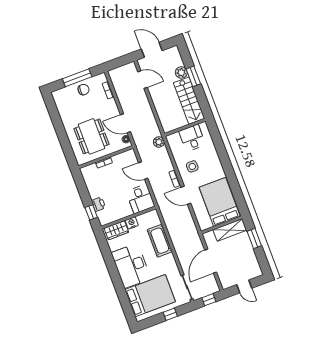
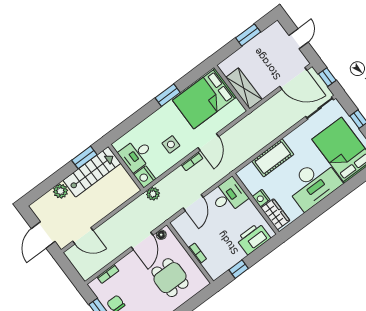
window: (193, 76) -> (84, 157), moved
door: (142, 80) -> (83, 236), swing flipped
dining table: (92, 136) -> (170, 278), width x0.73
nightstand: (173, 139) -> (145, 177), added
window: (230, 175) -> (168, 95), added
printer: (98, 204) -> (253, 239), width x1.87, depth x1.48
window: (91, 212) -> (239, 269), moved
shelving: (230, 230) -> (244, 88), moved
window: (254, 238) -> (248, 35), moved
door: (211, 261) -> (293, 78), moved

